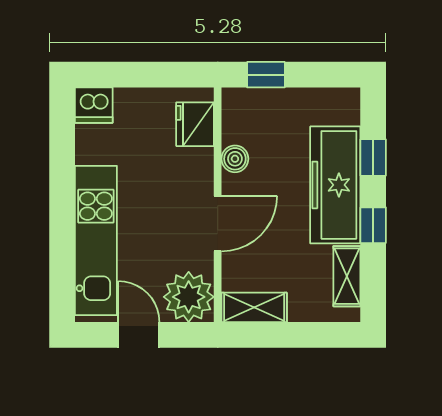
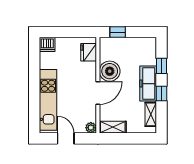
boiler: (235, 159) -> (110, 71), width x1.86, depth x1.86
freezer: (335, 185) -> (148, 84), width x0.73, depth x0.79
plant: (189, 297) -> (91, 128), width x0.53, depth x0.53

